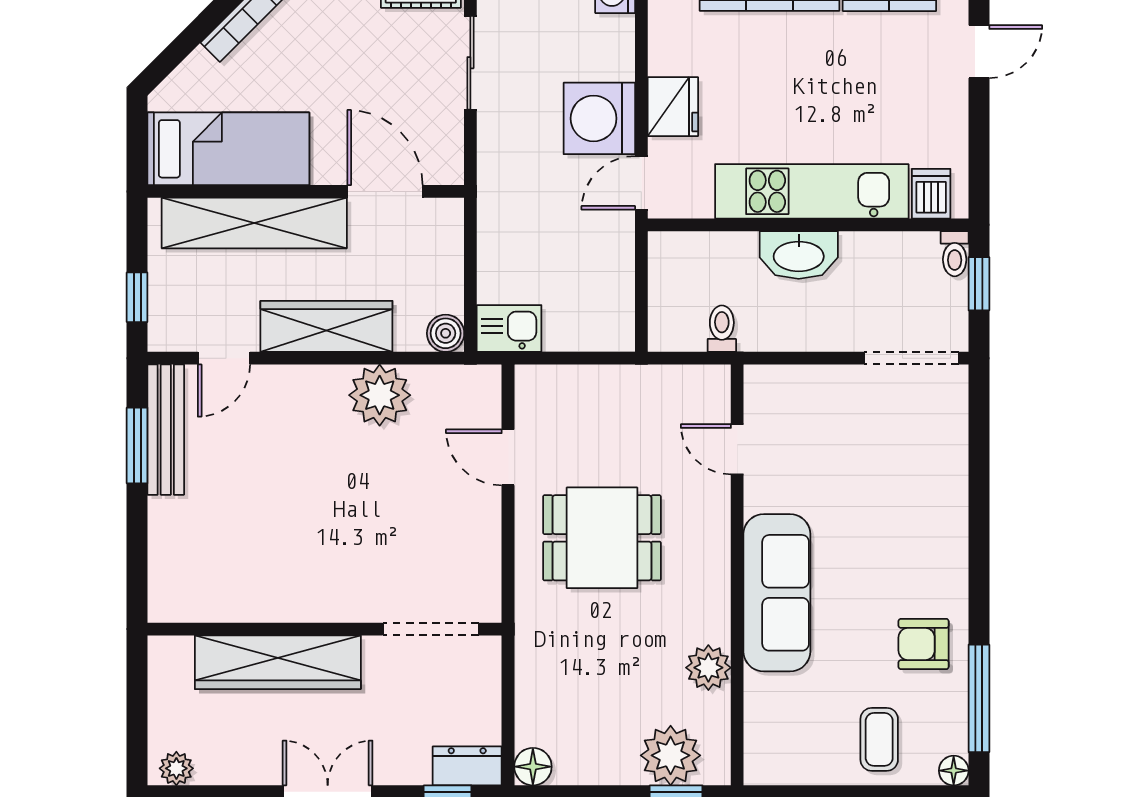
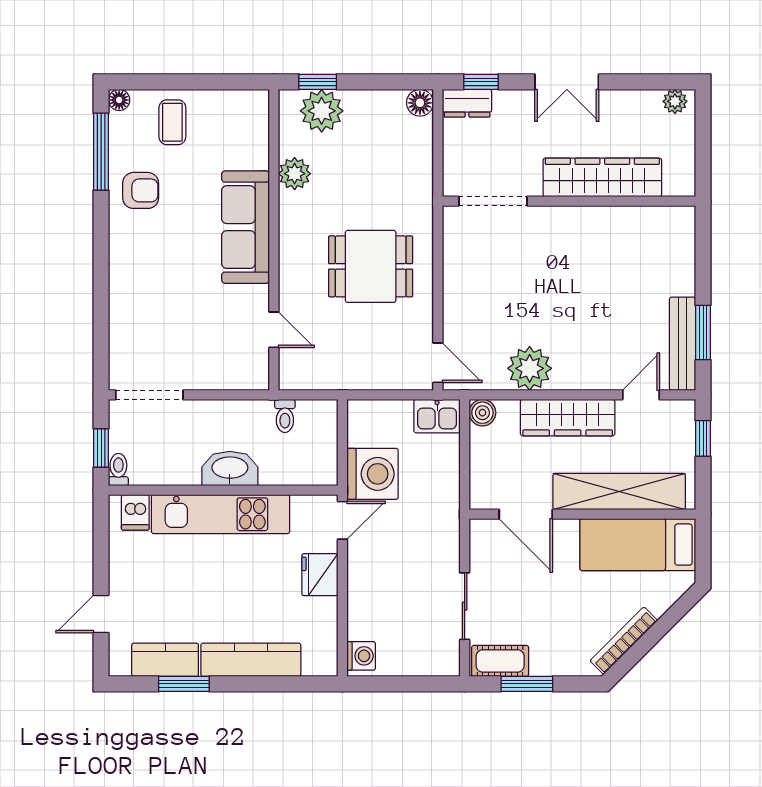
washing machine: (599, 118) -> (373, 474), moved
door: (508, 457) -> (438, 363), moved

